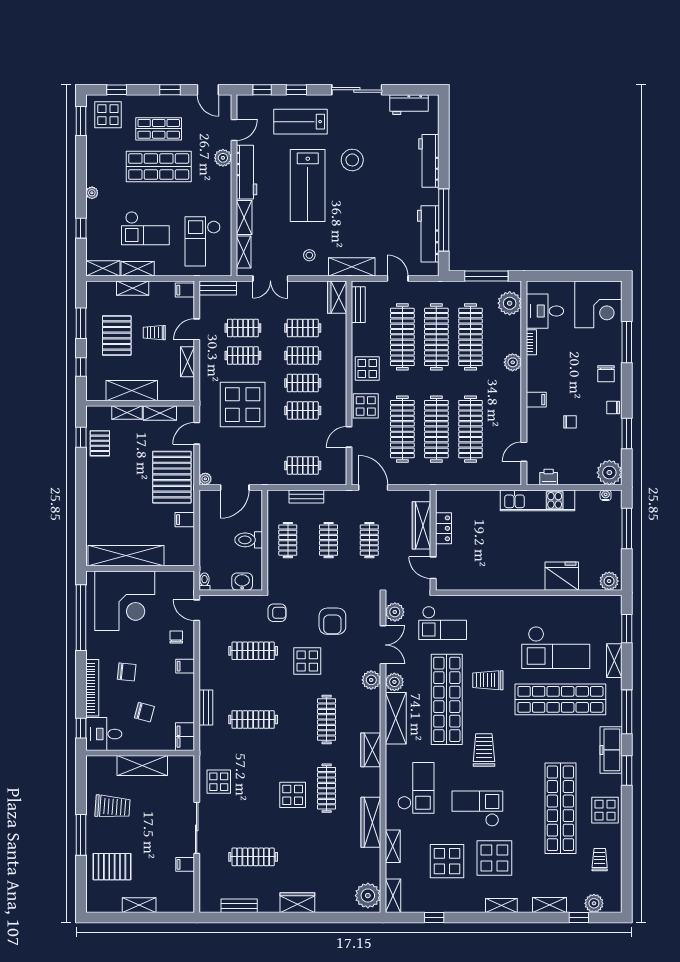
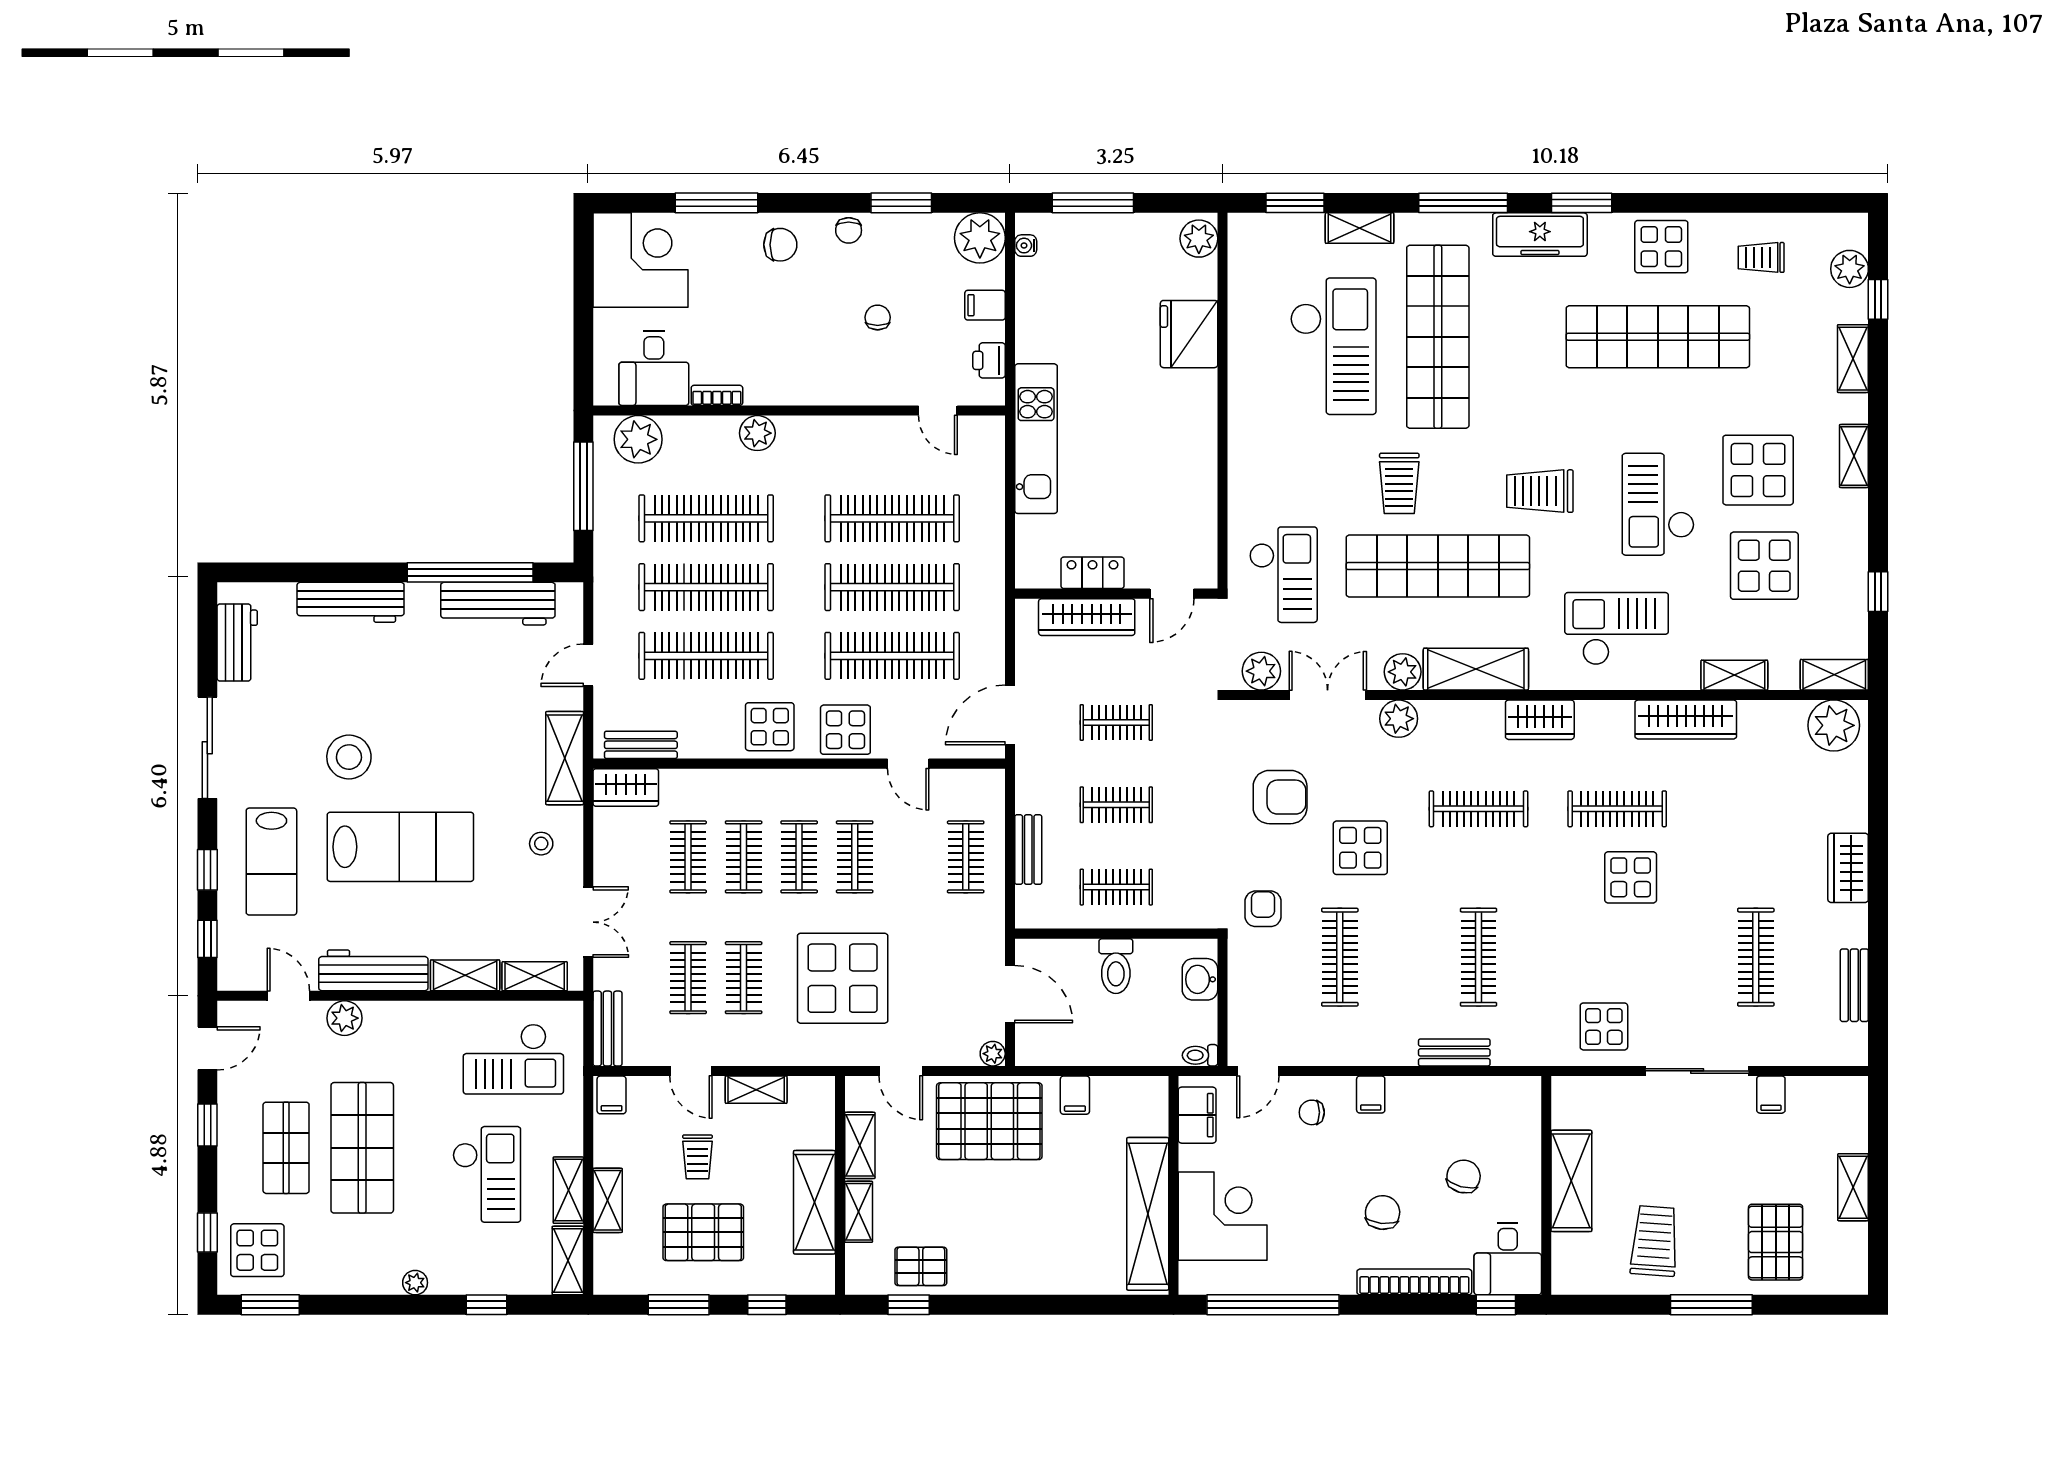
filing cabinet: (536, 400) -> (985, 305), moved, turned -90
kitchen unit: (538, 500) -> (1036, 439), moved
corner desk: (125, 601) -> (1223, 1216), width x0.74, depth x0.74
filing cabinet: (185, 737) -> (1197, 1115), moved, turned -90

